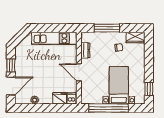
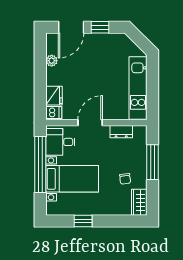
door: (11, 86) -> (71, 27), hinge flipped
window: (149, 89) -> (83, 221), moved
desk: (93, 94) -> (60, 142), added

